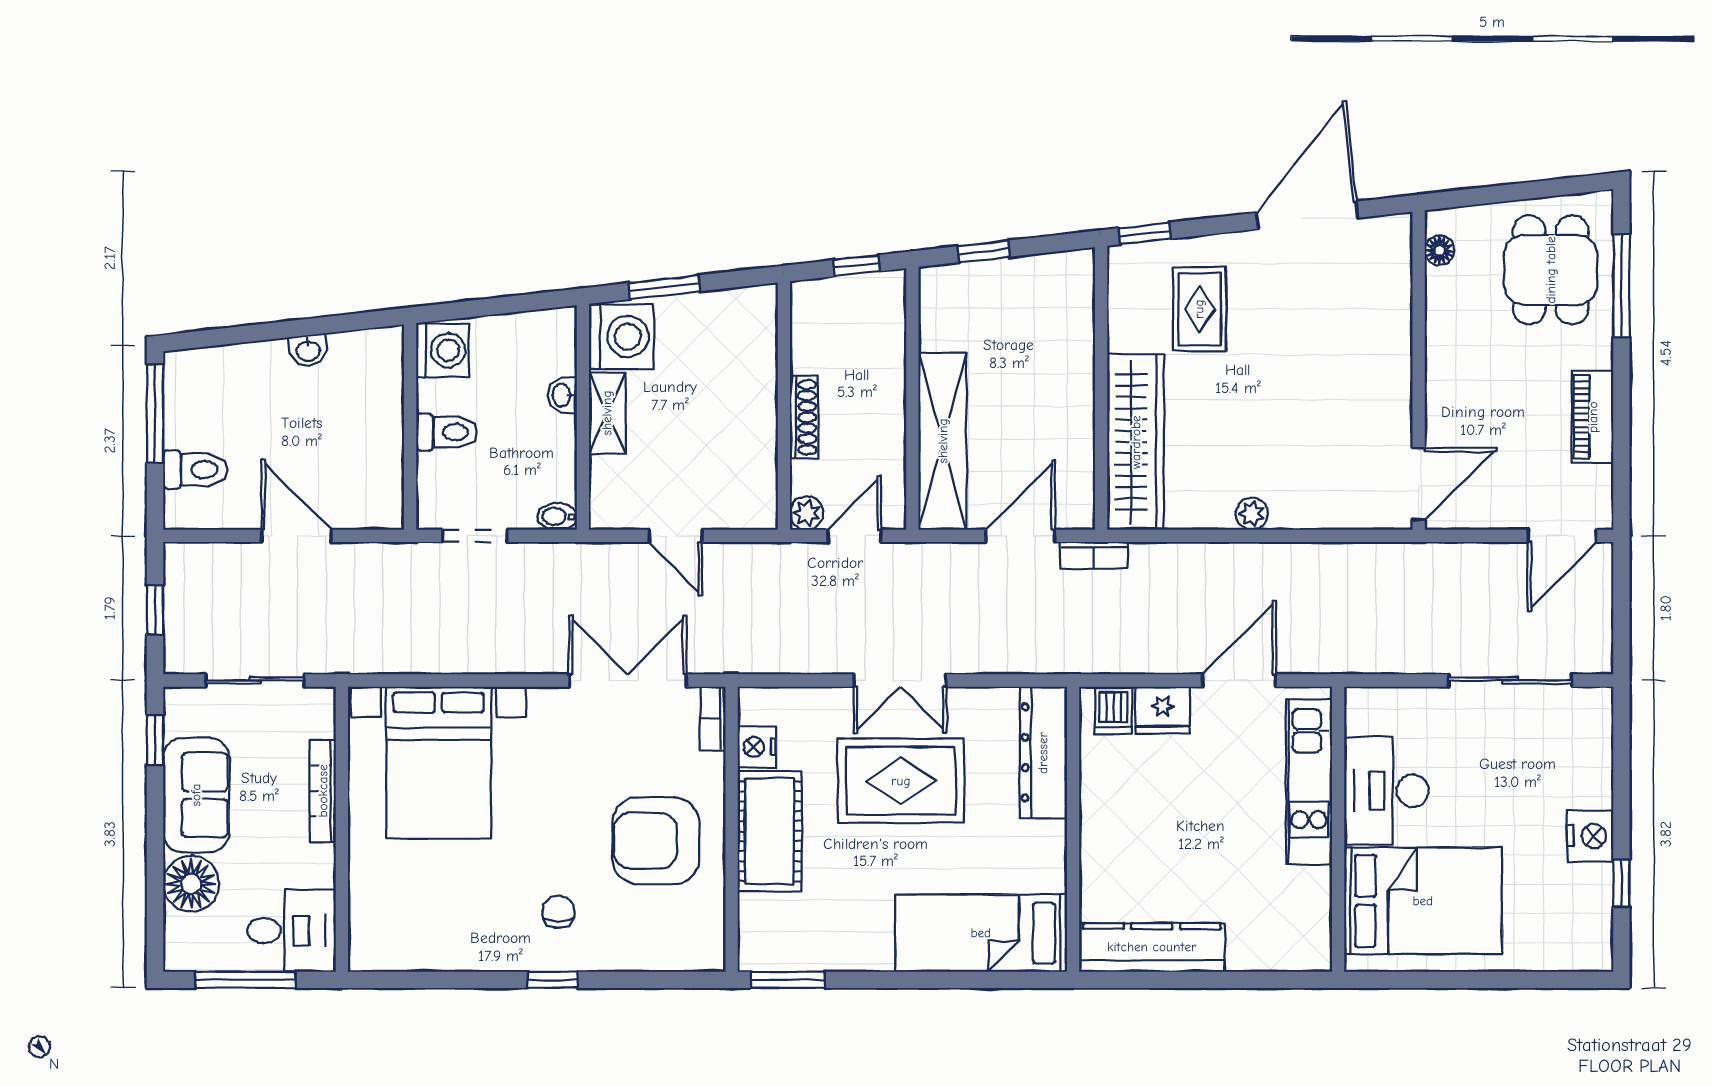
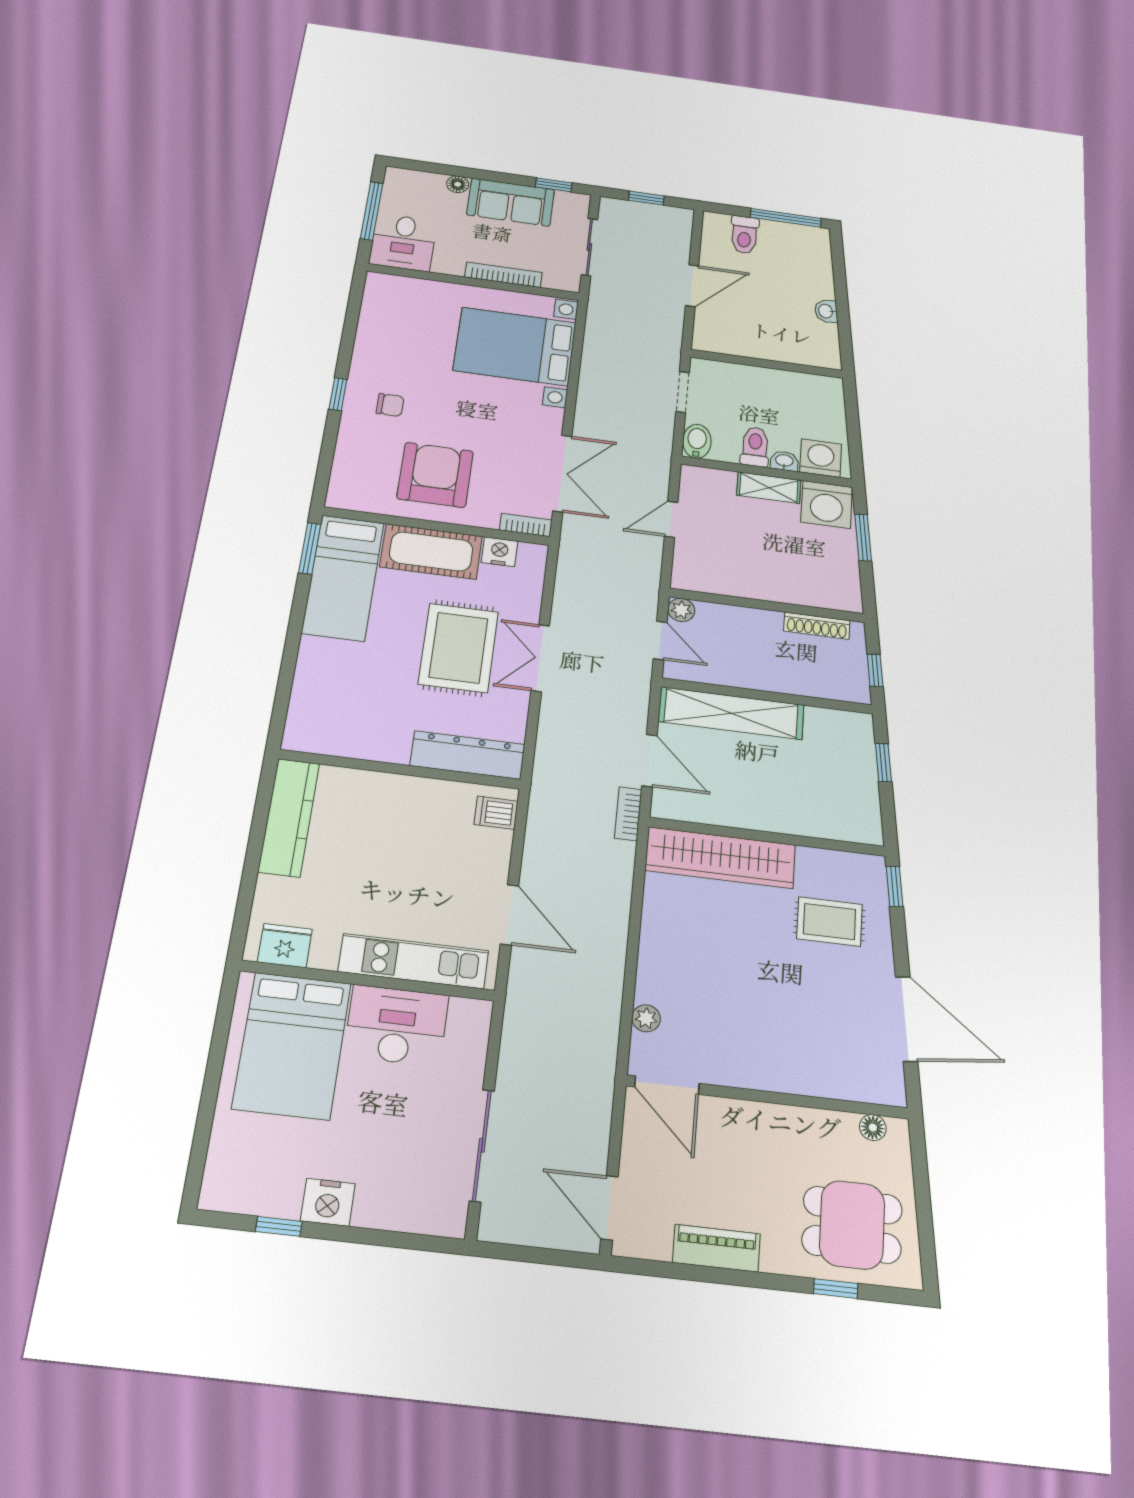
window: (1621, 285) -> (836, 1289), width x0.46
washing machine: (443, 350) -> (821, 458), moved, turned 180
shoe rack: (804, 417) -> (817, 626), moved
toilet: (447, 432) -> (755, 447), moved, turned 180
plant: (1252, 514) -> (646, 1018), moved
bidet: (557, 516) -> (697, 441), width x1.38, depth x1.36
fridge: (1163, 710) -> (285, 946), moved, turned 90
floor lamp: (191, 884) -> (458, 184), width x0.53, depth x0.53
bed: (981, 933) -> (343, 578), moved, turned 180

